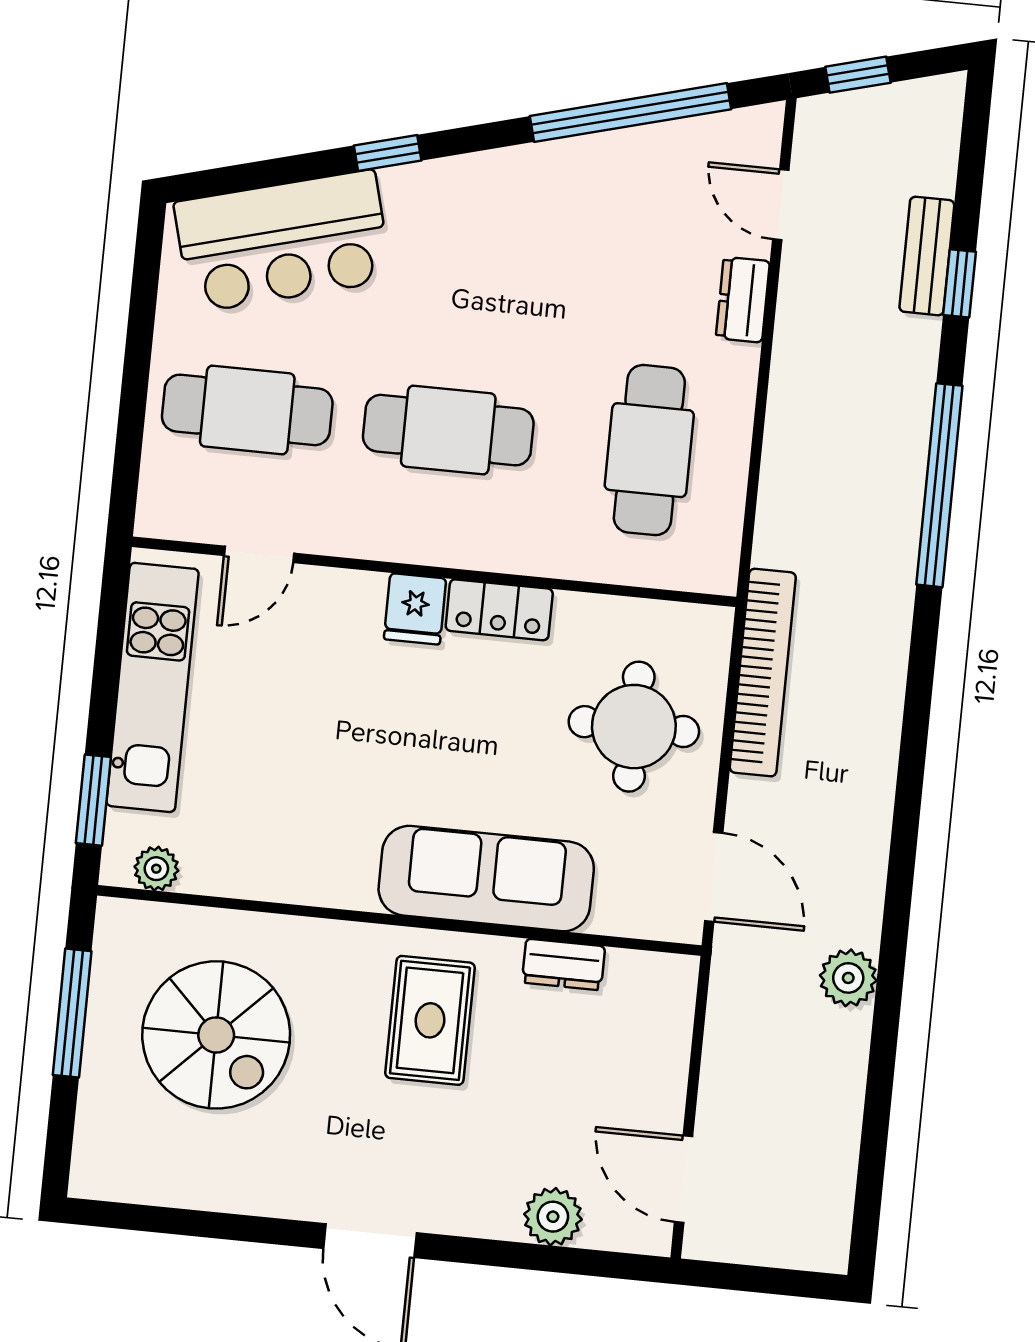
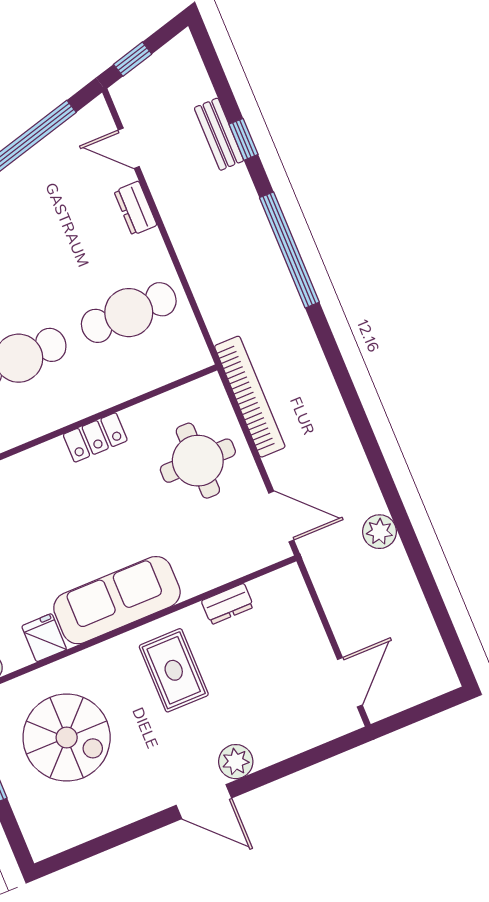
cafe table: (649, 450) -> (129, 313), turned 90
fridge: (415, 609) -> (44, 638), moved, turned 180
sofa: (486, 879) -> (117, 600), moved
door: (684, 1179) -> (350, 682), swing flipped
plant: (553, 1217) -> (236, 762), moved

